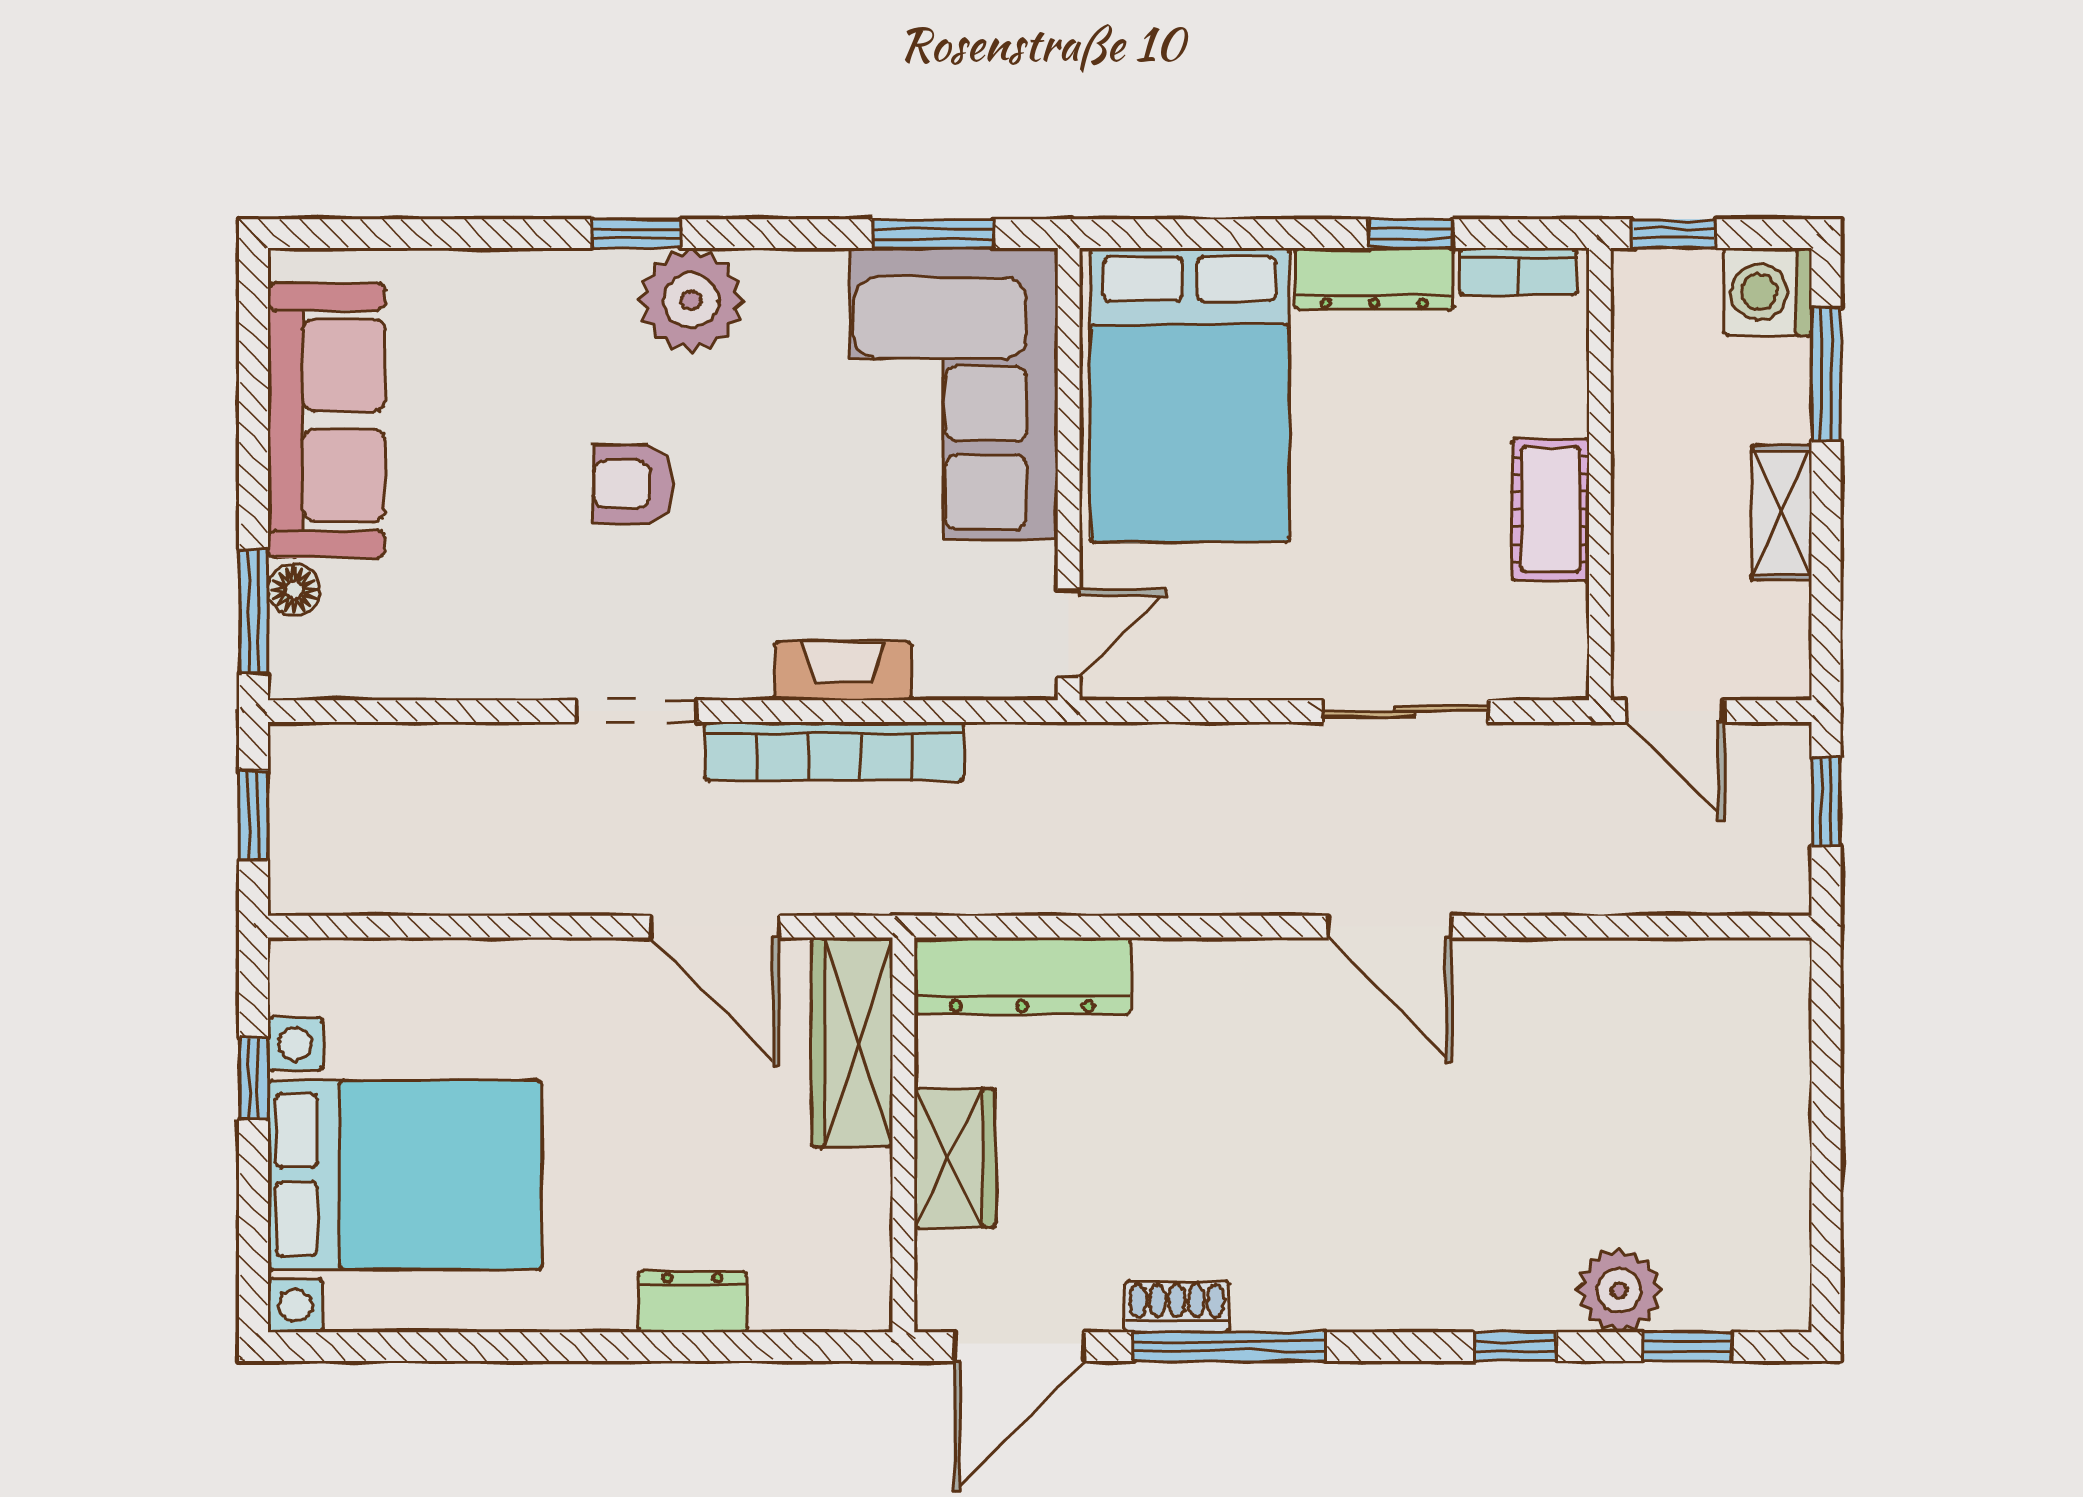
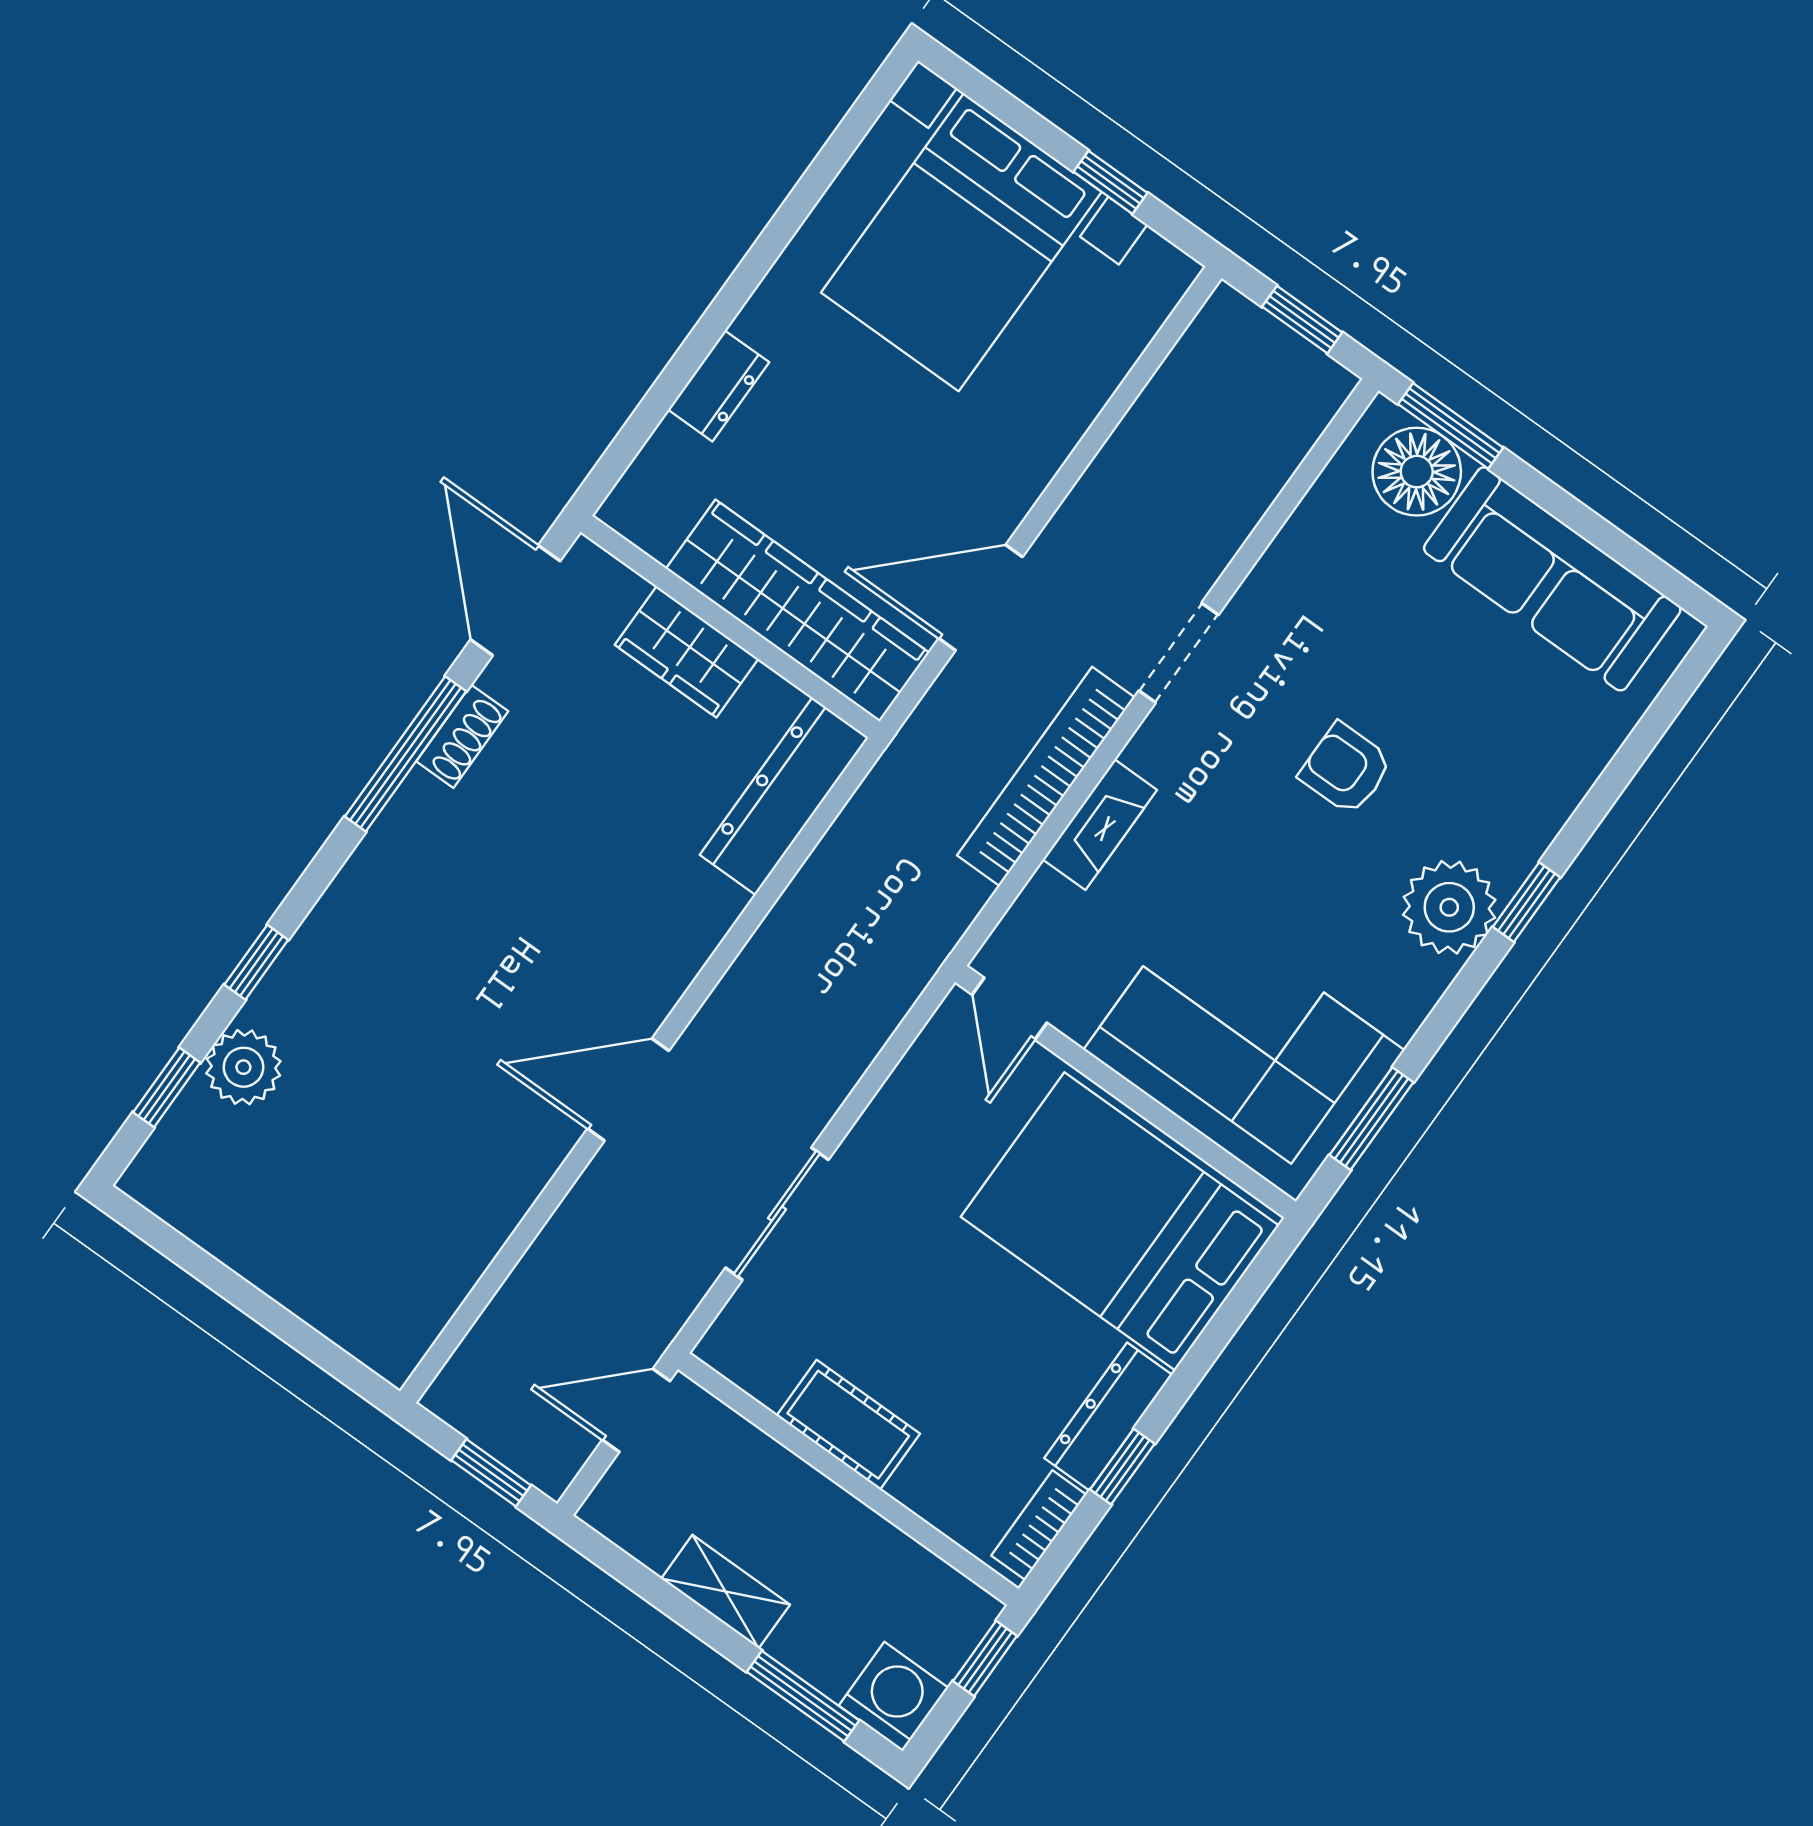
armchair: (633, 484) -> (1346, 769), turned -90
floor lamp: (294, 590) -> (1417, 472), width x1.89, depth x1.89
wardrobe: (852, 1042) -> (798, 611), width x1.40, depth x1.17

